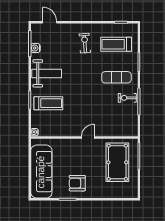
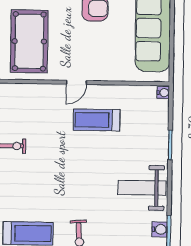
exercise mat: (116, 77) -> (28, 180), removed
treadmill: (48, 103) -> (97, 120), moved

